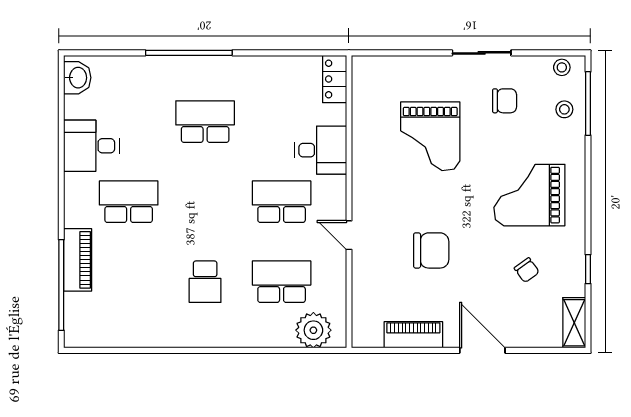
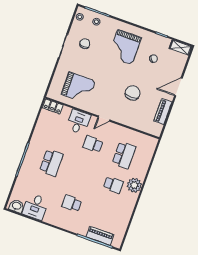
school desk: (205, 122) -> (51, 163), turned 180
grand piano: (430, 136) -> (78, 88), moved
desk: (91, 146) -> (35, 207), moved
school desk: (129, 202) -> (72, 203), width x0.54
school desk: (282, 202) -> (93, 144), width x0.54
door: (349, 235) -> (104, 119), moved
piano: (78, 260) -> (100, 236), moved
school desk: (282, 282) -> (124, 155), turned 180
plant: (313, 330) -> (134, 185), moved

